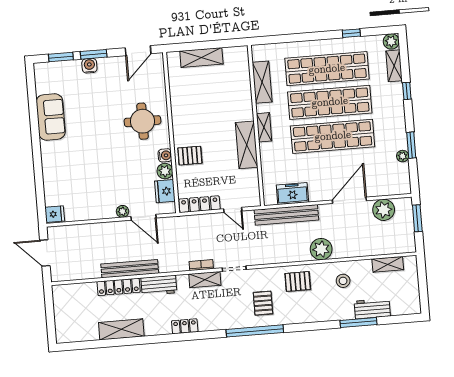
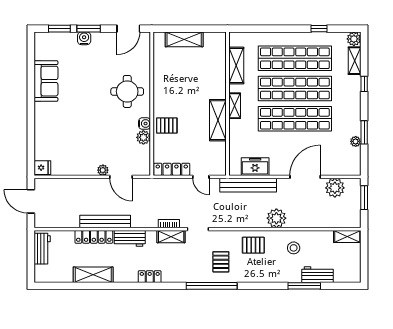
fridge: (165, 191) -> (142, 155), removed
shelving: (388, 264) -> (347, 237), moved
workbench: (62, 305) -> (42, 249), added

